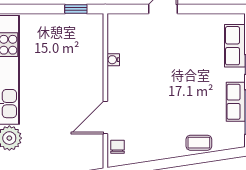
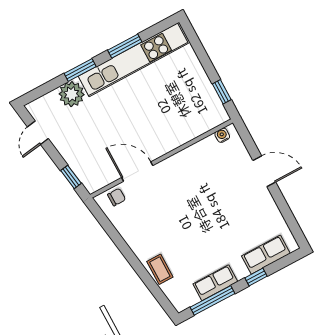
water cooler: (113, 60) -> (222, 135), moved

